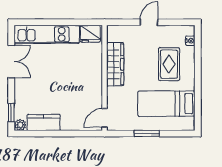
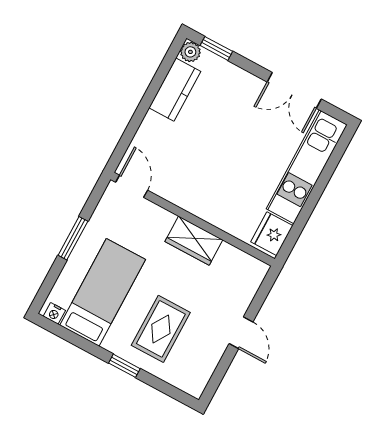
nightstand: (190, 41) -> (54, 313), moved
wardrobe: (115, 64) -> (194, 241), width x0.67
rug: (169, 64) -> (161, 329), turned 90
window: (198, 73) -> (124, 366), added

